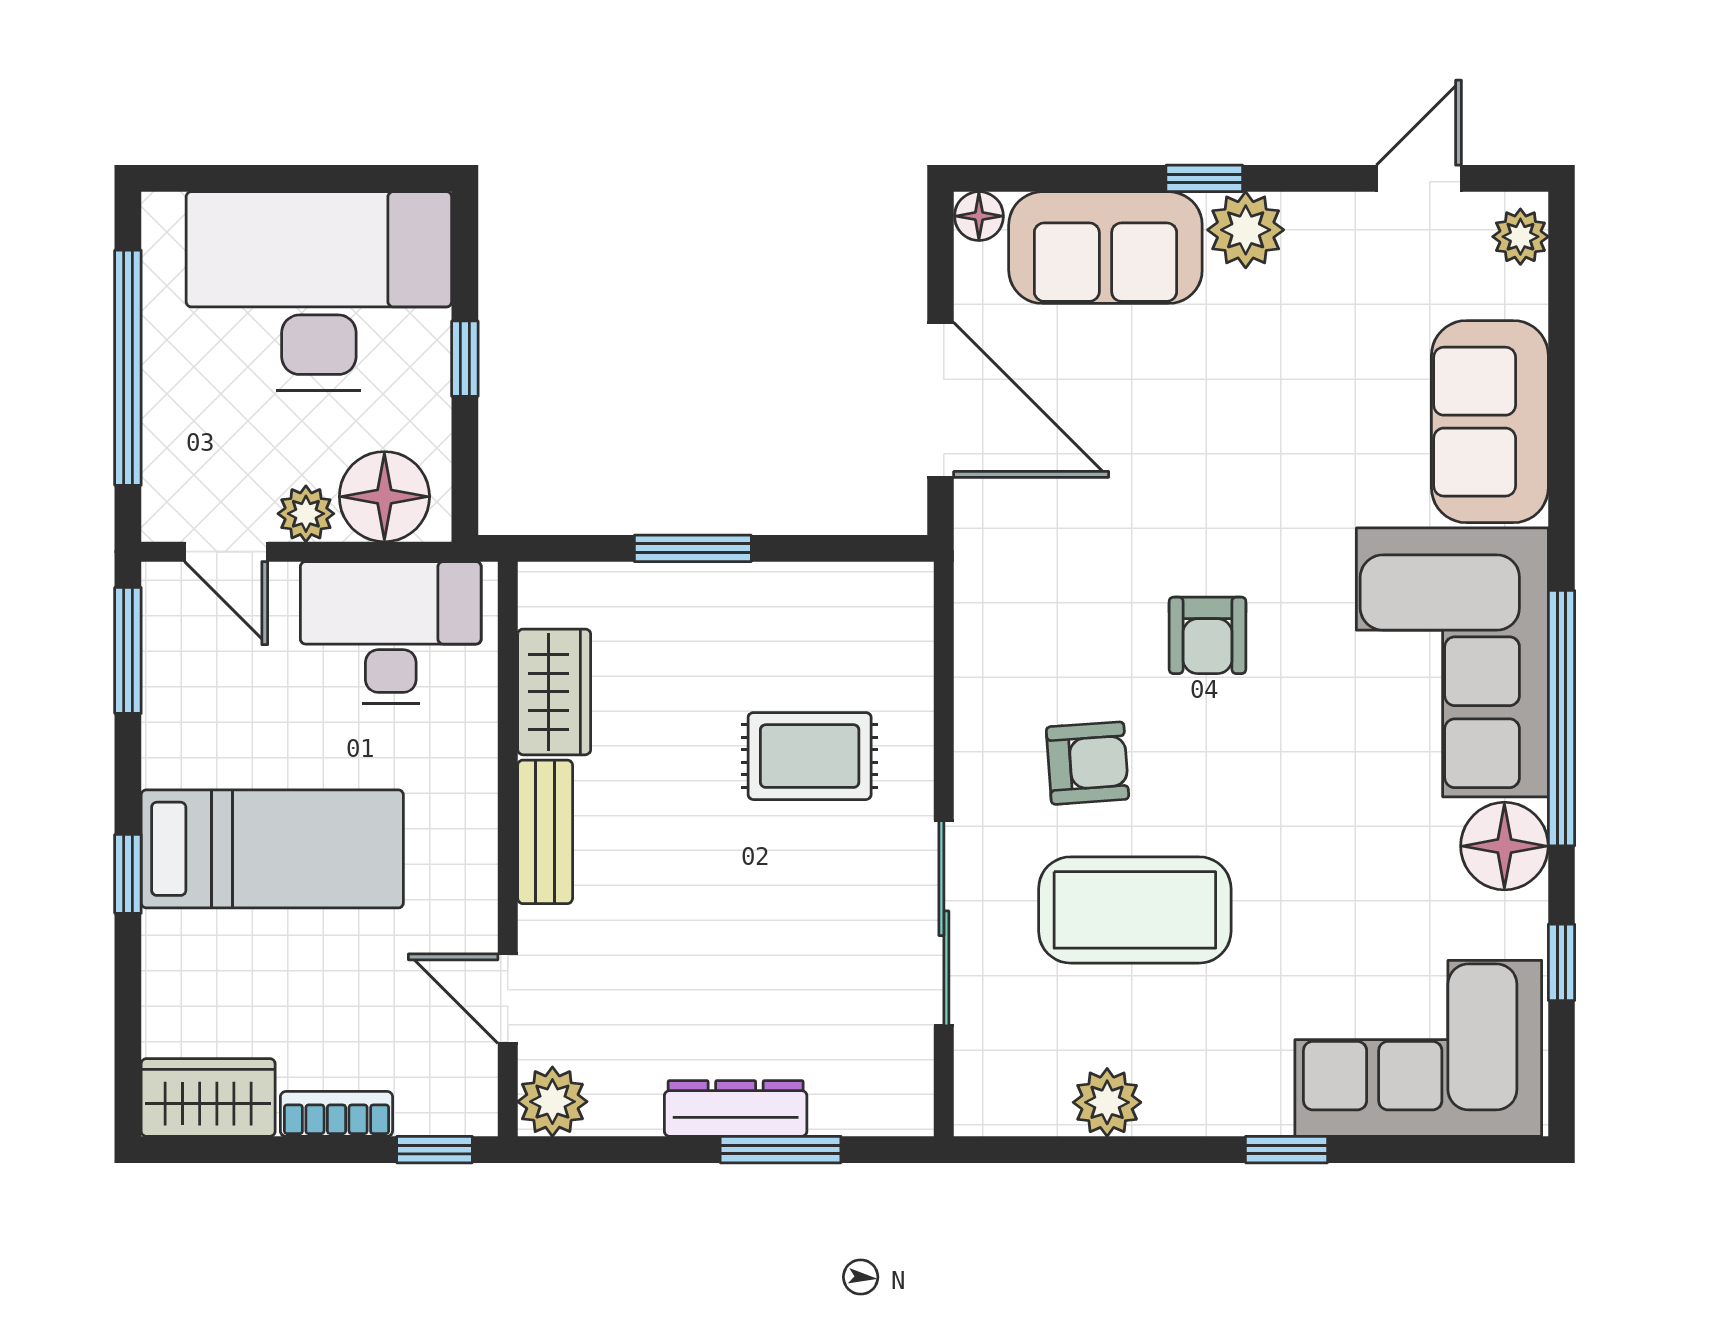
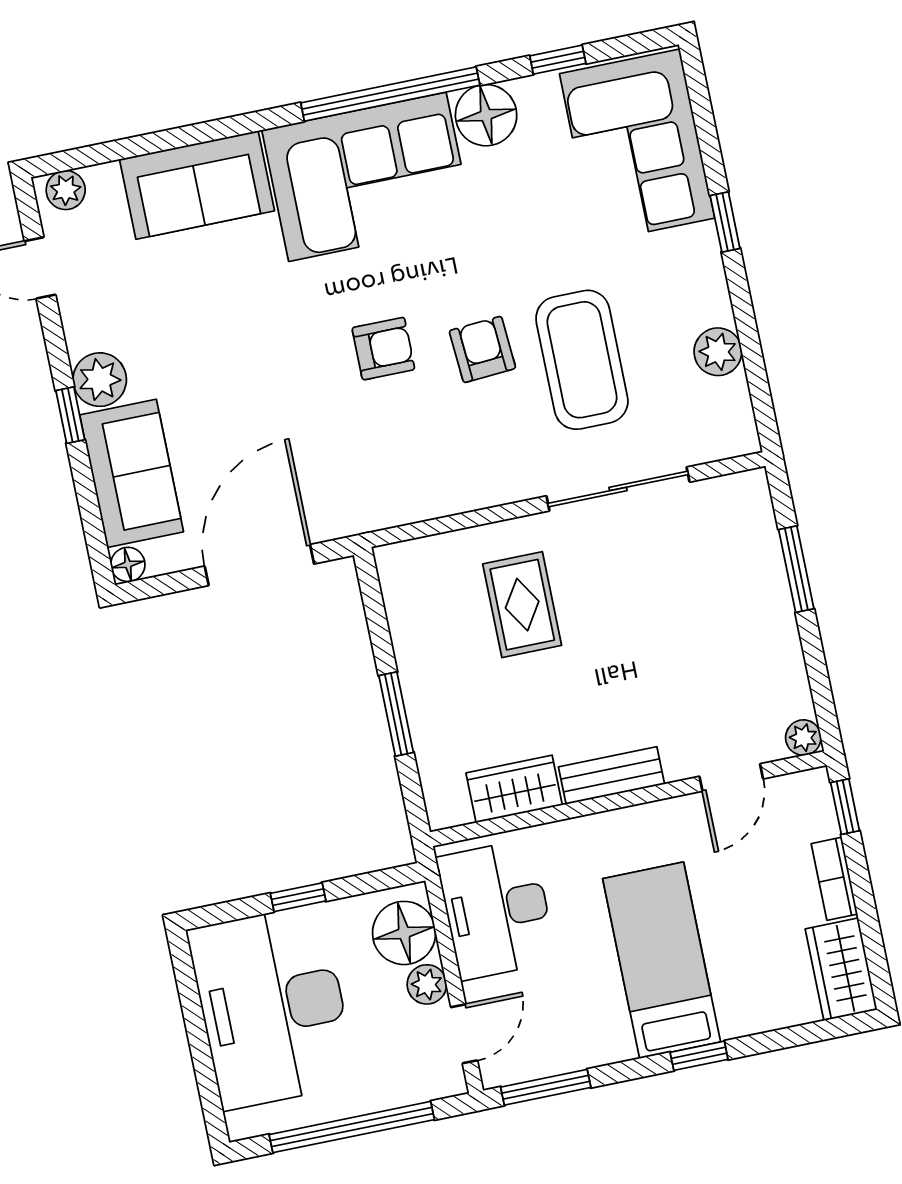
armchair: (1088, 763) -> (482, 349), moved
plant: (552, 1102) -> (803, 738), width x0.73, depth x0.73
dresser: (736, 1108) -> (774, 606), removed

